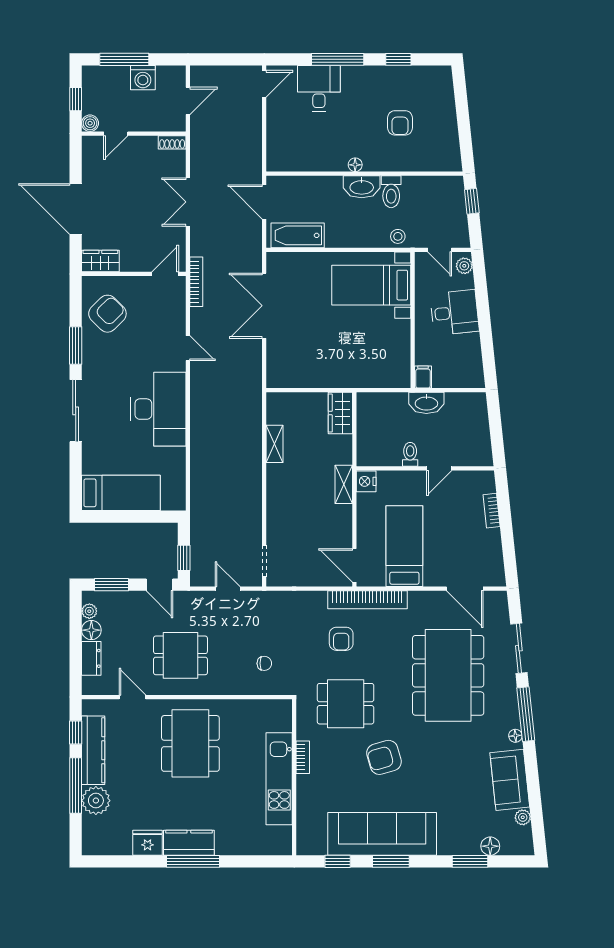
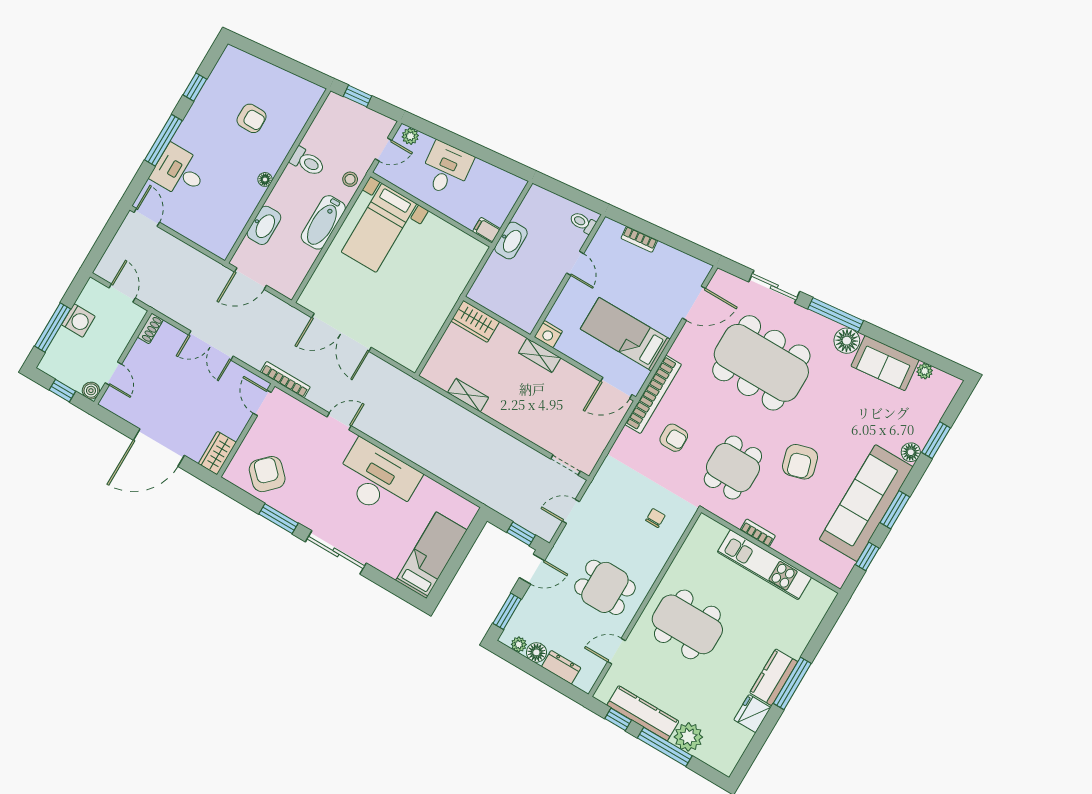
washbasin: (362, 187) -> (264, 225), moved
bathtub: (298, 235) -> (323, 222), moved
toilet: (410, 454) -> (583, 222), moved
dining table: (180, 655) -> (605, 587), turned 90
floor lamp: (515, 736) -> (847, 341), width x1.89, depth x1.89
floor lamp: (490, 846) -> (911, 452), moved

